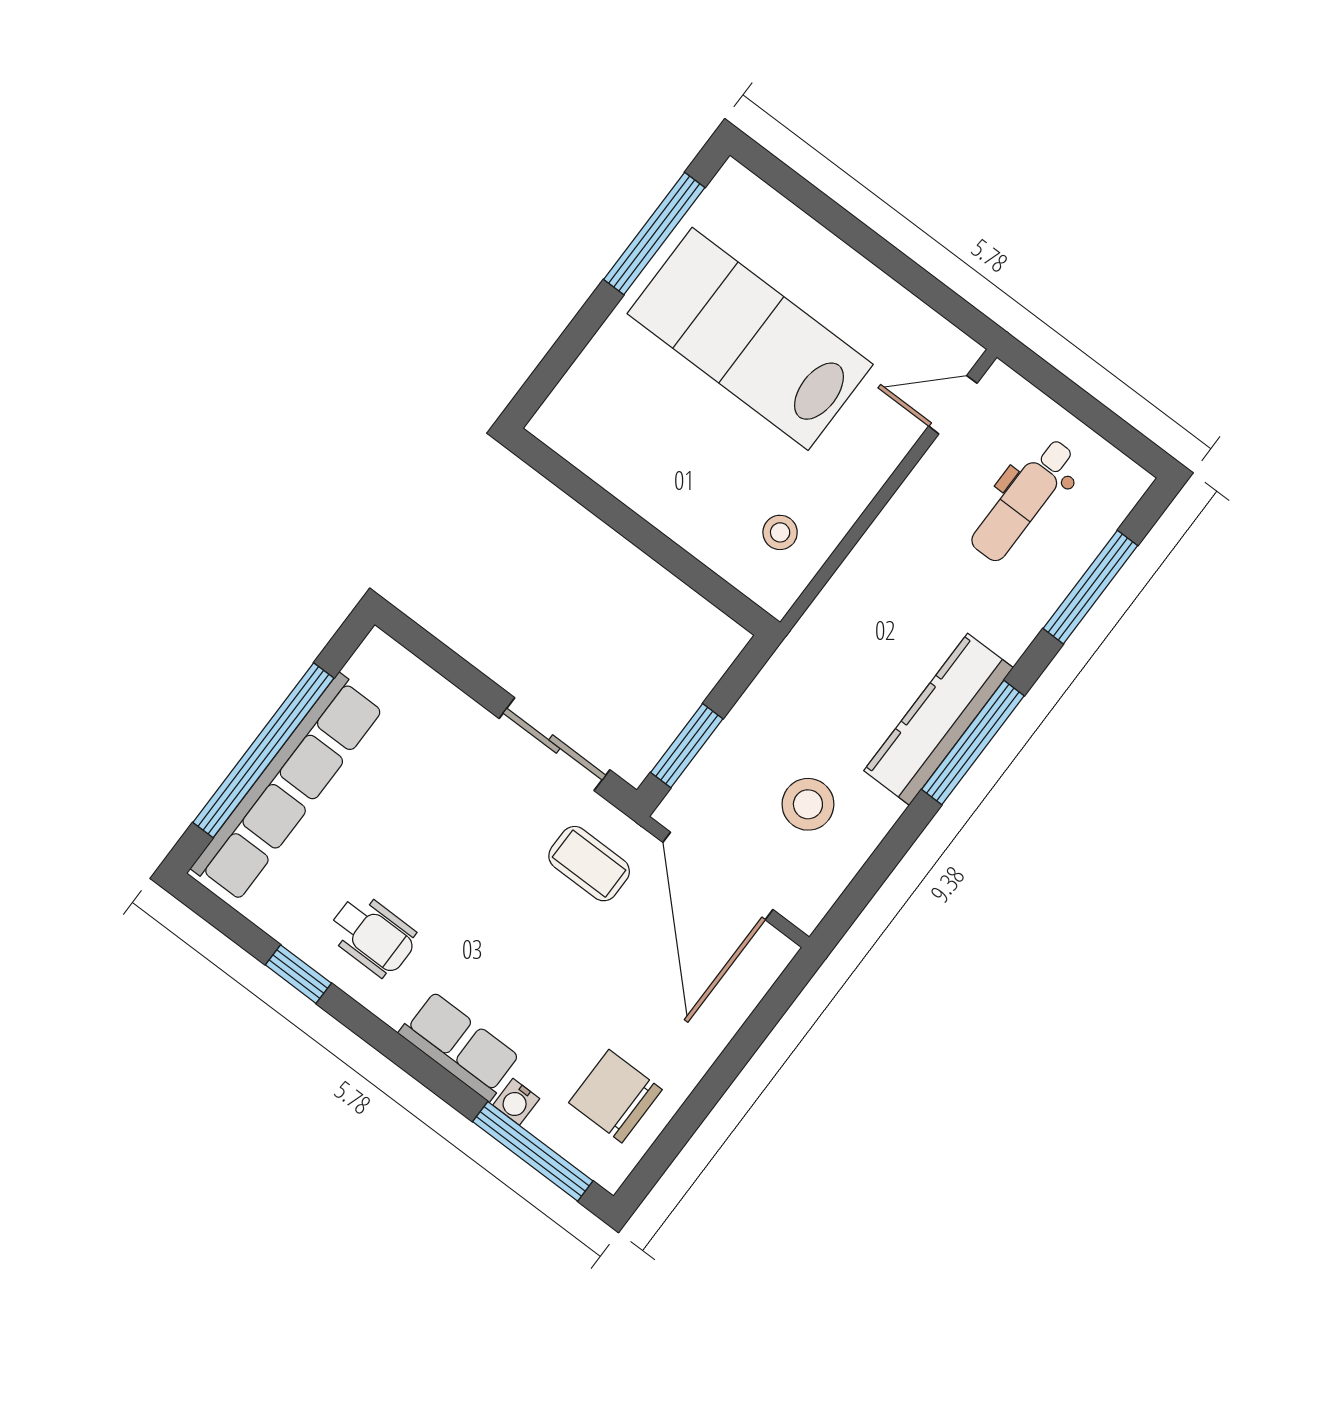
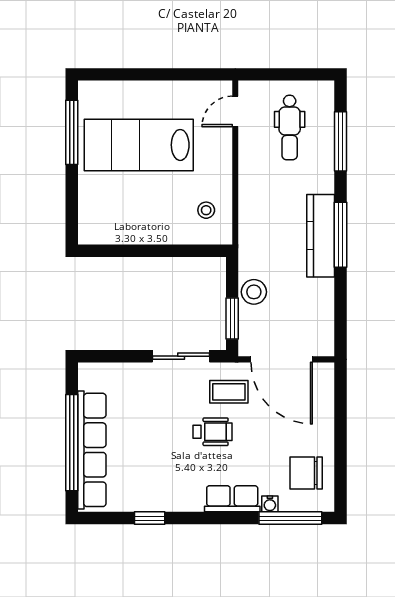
stool: (808, 804) -> (254, 292), moved
wheelchair: (373, 935) -> (212, 432), moved

